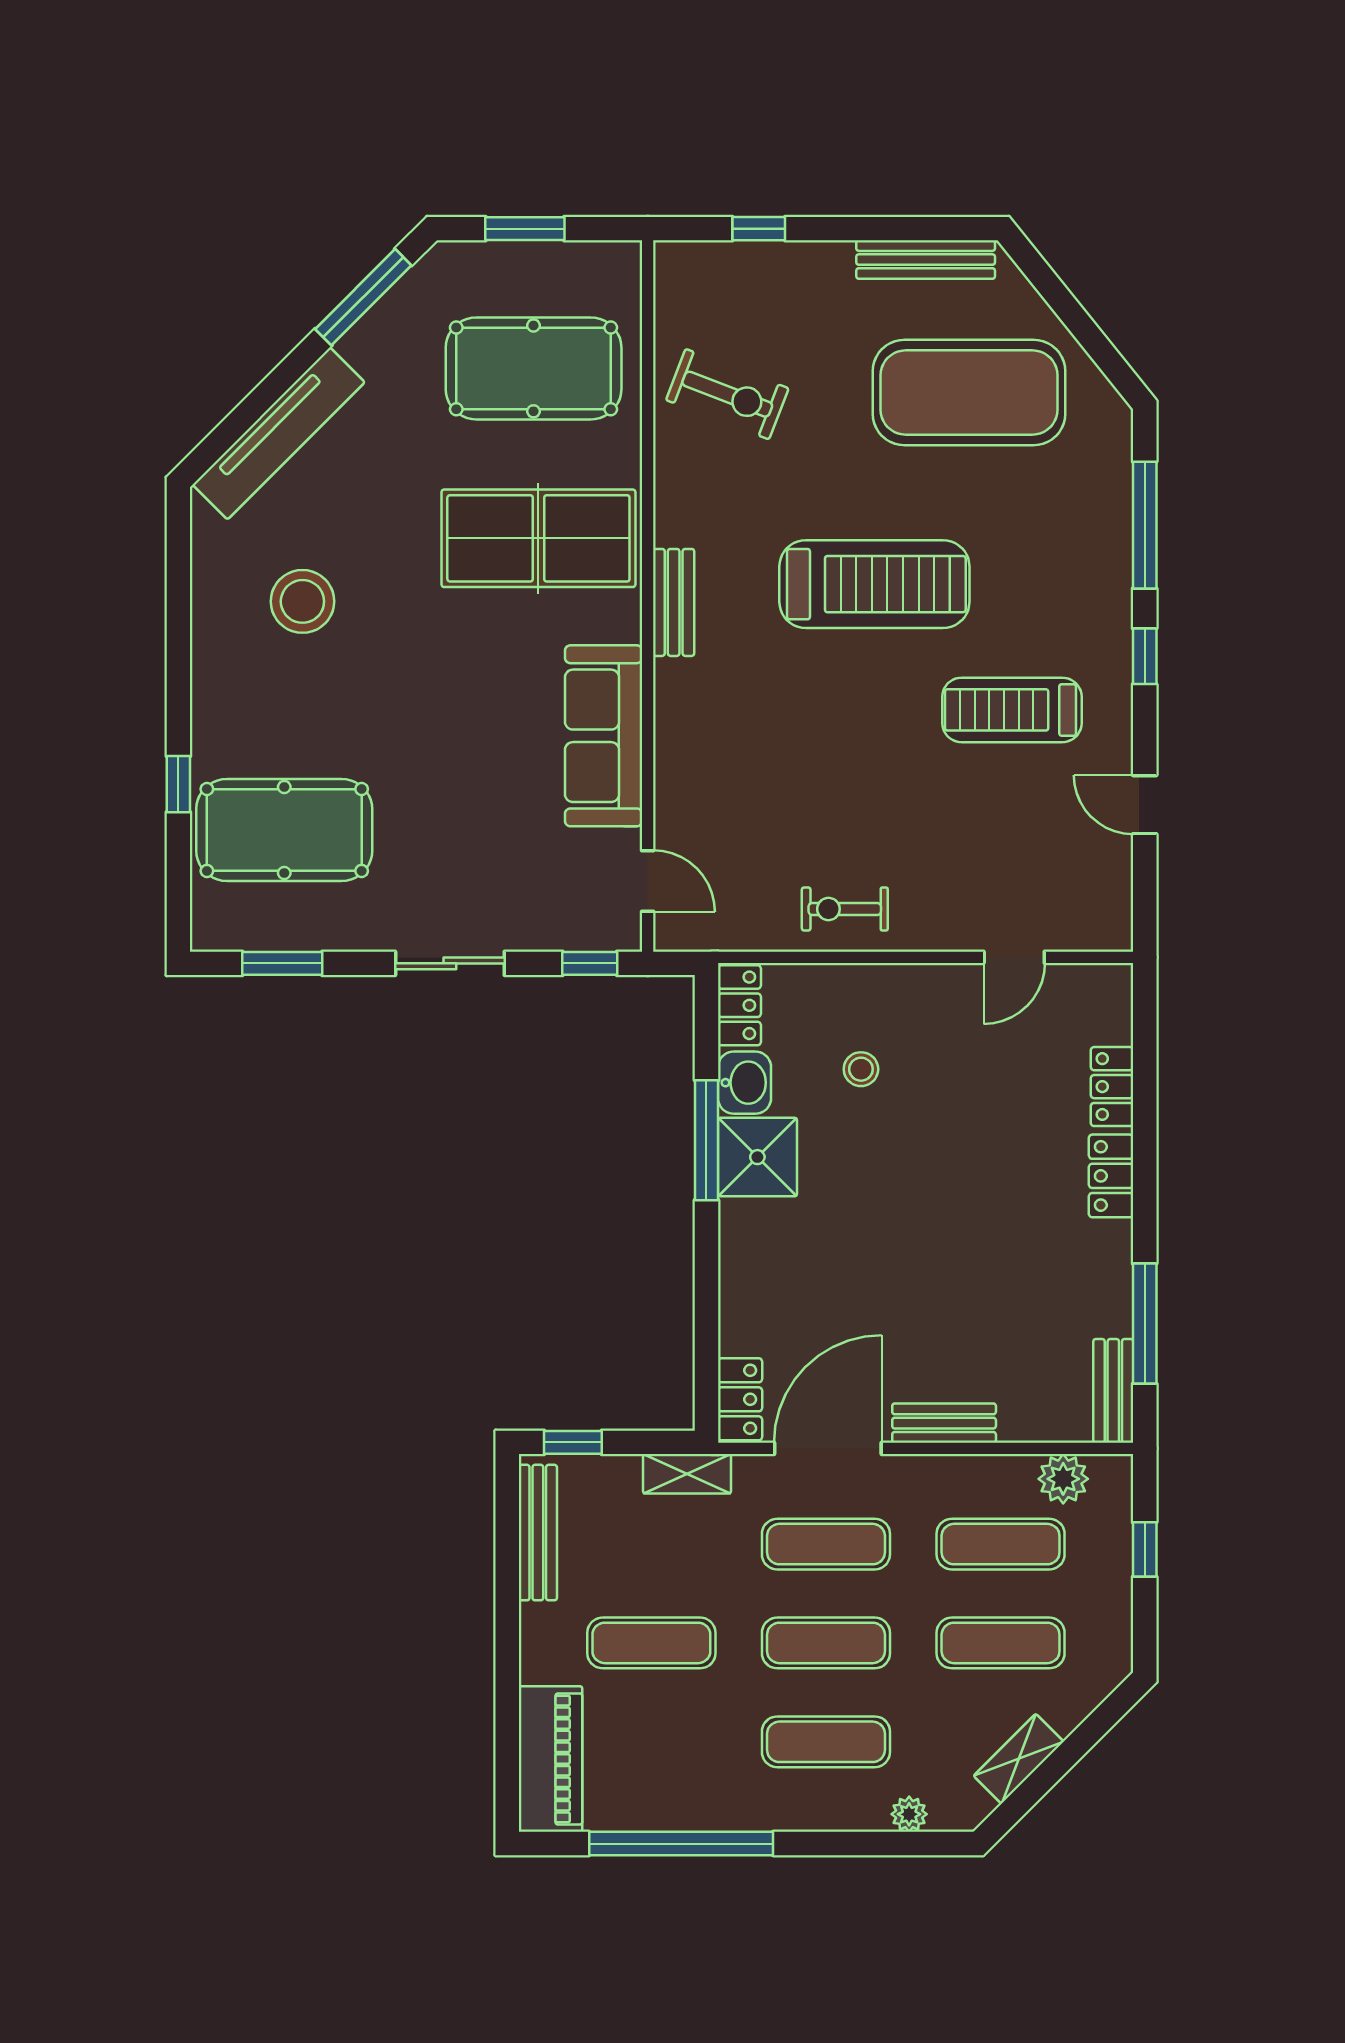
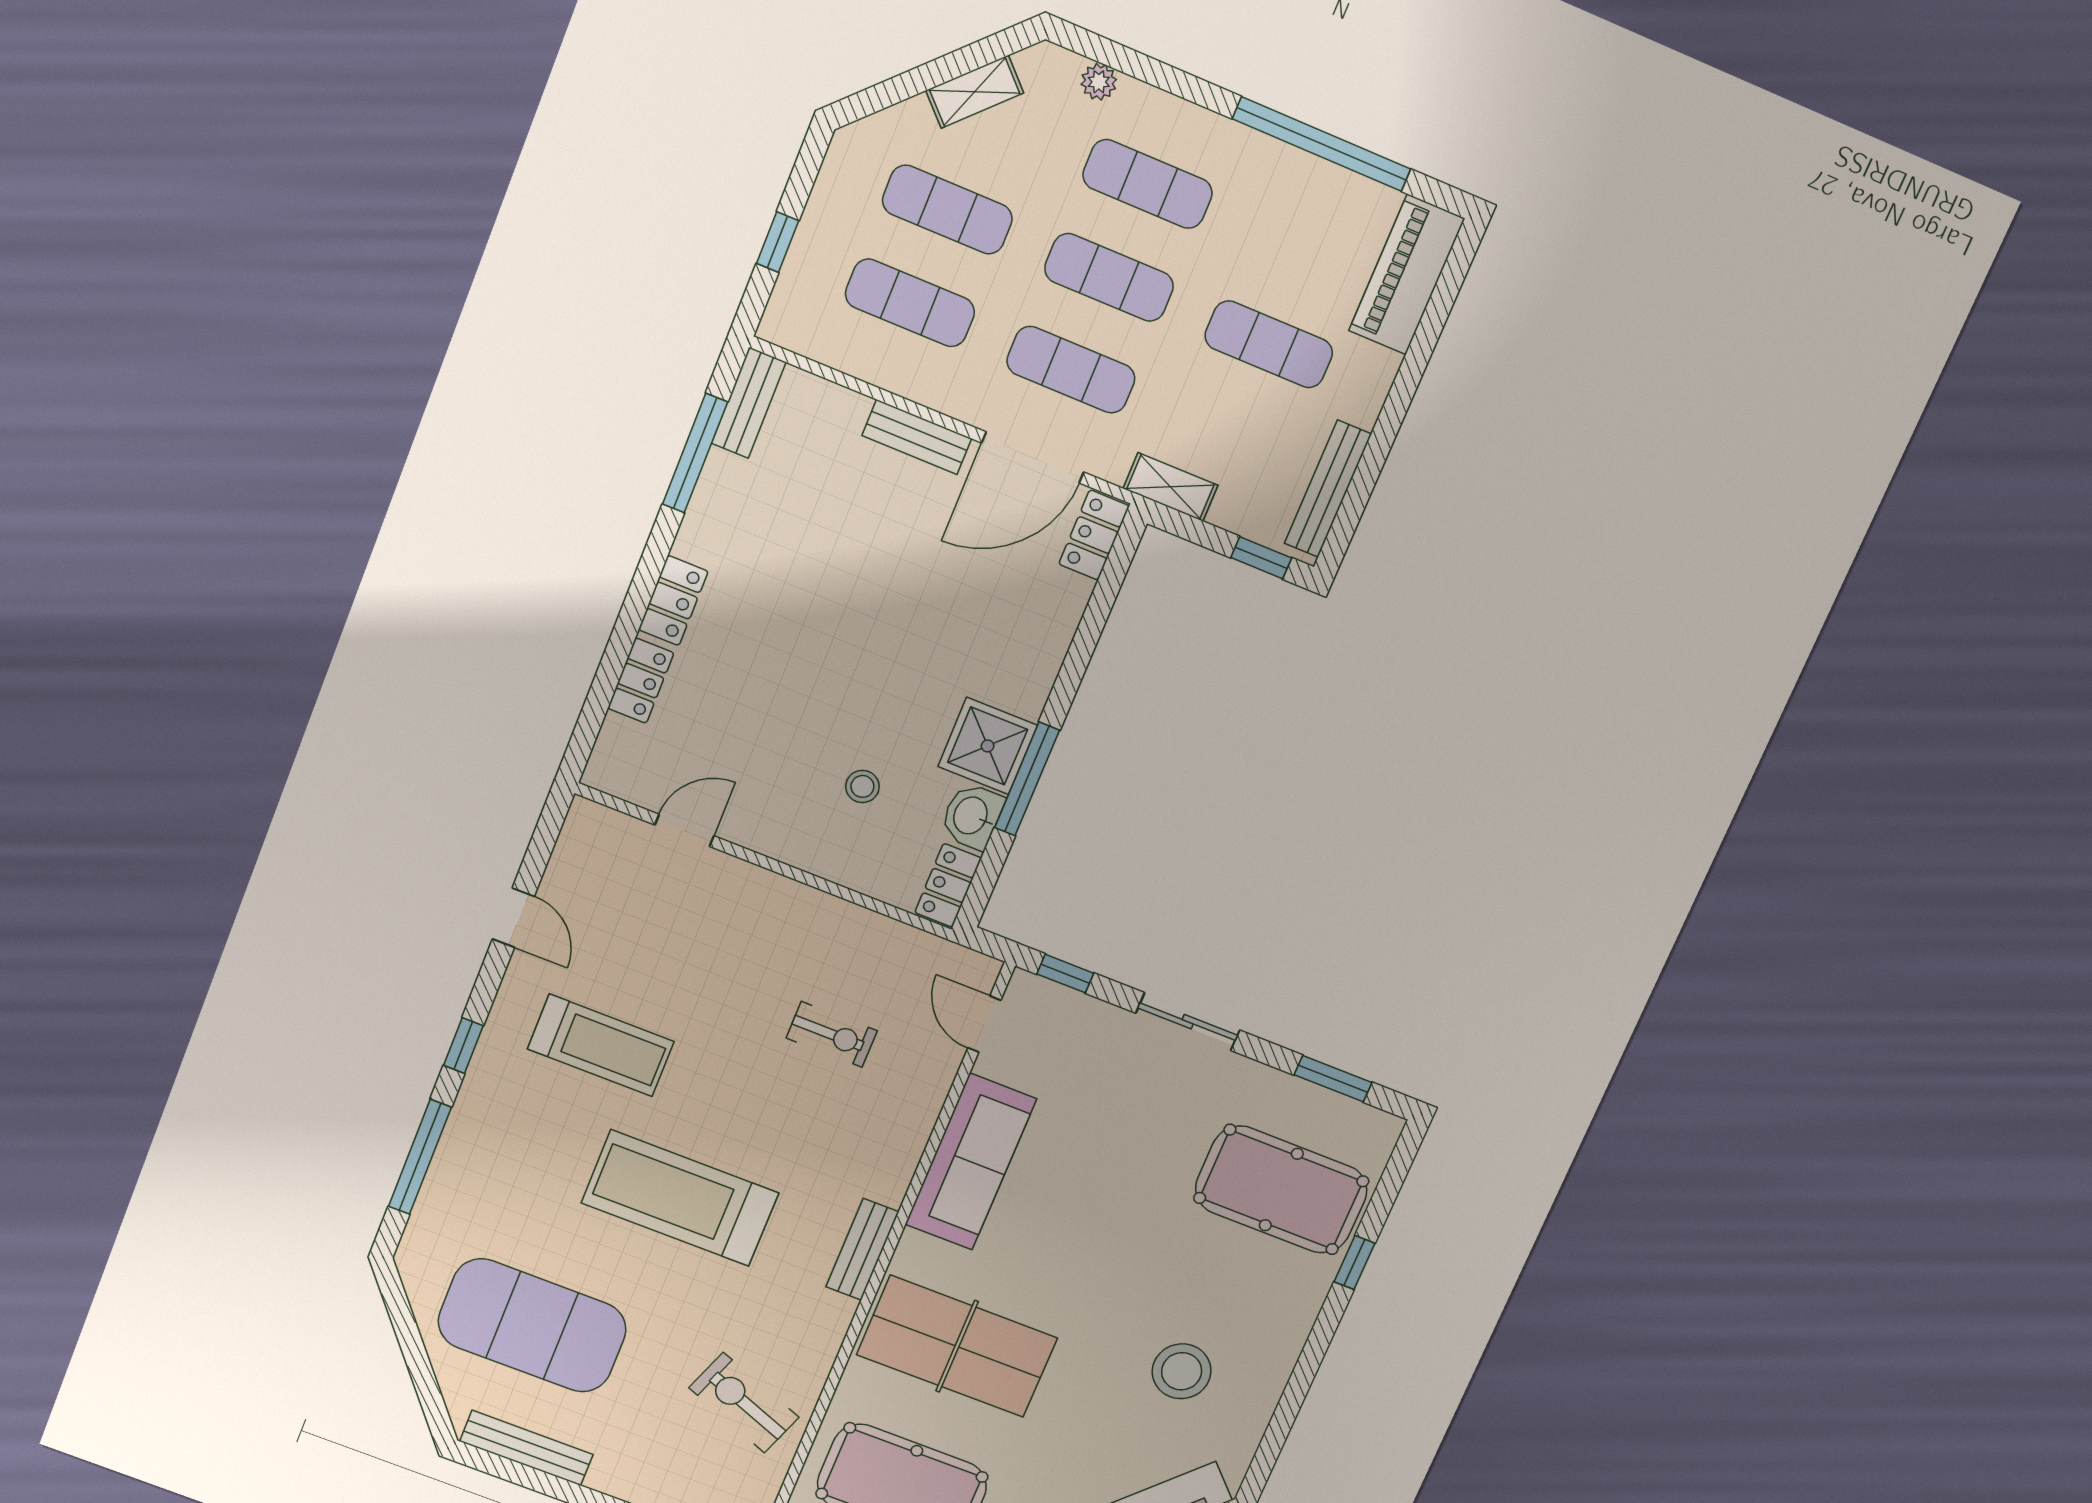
exercise bike: (845, 909) -> (832, 1034), moved
plant: (1063, 1479) -> (827, 340), removed

